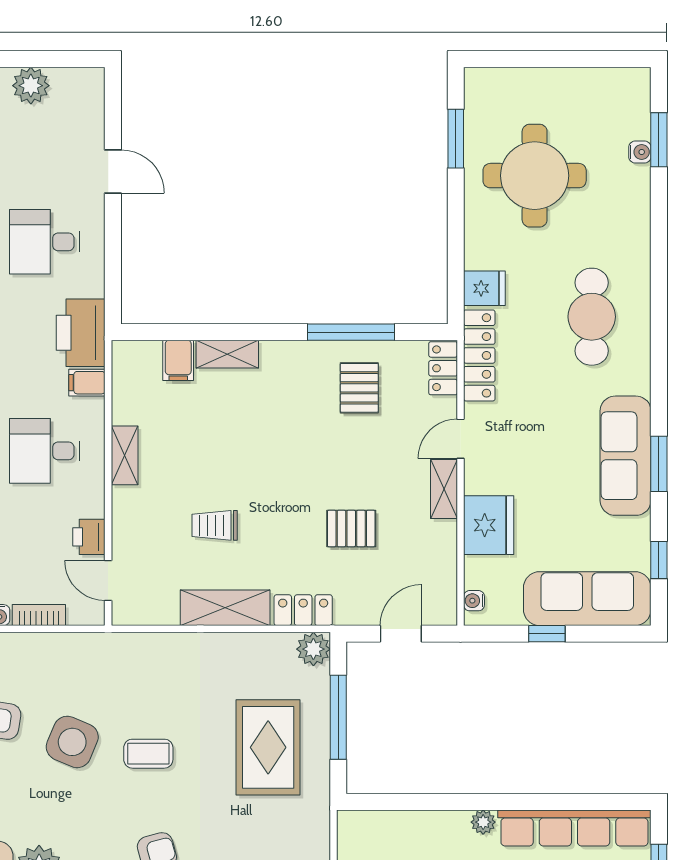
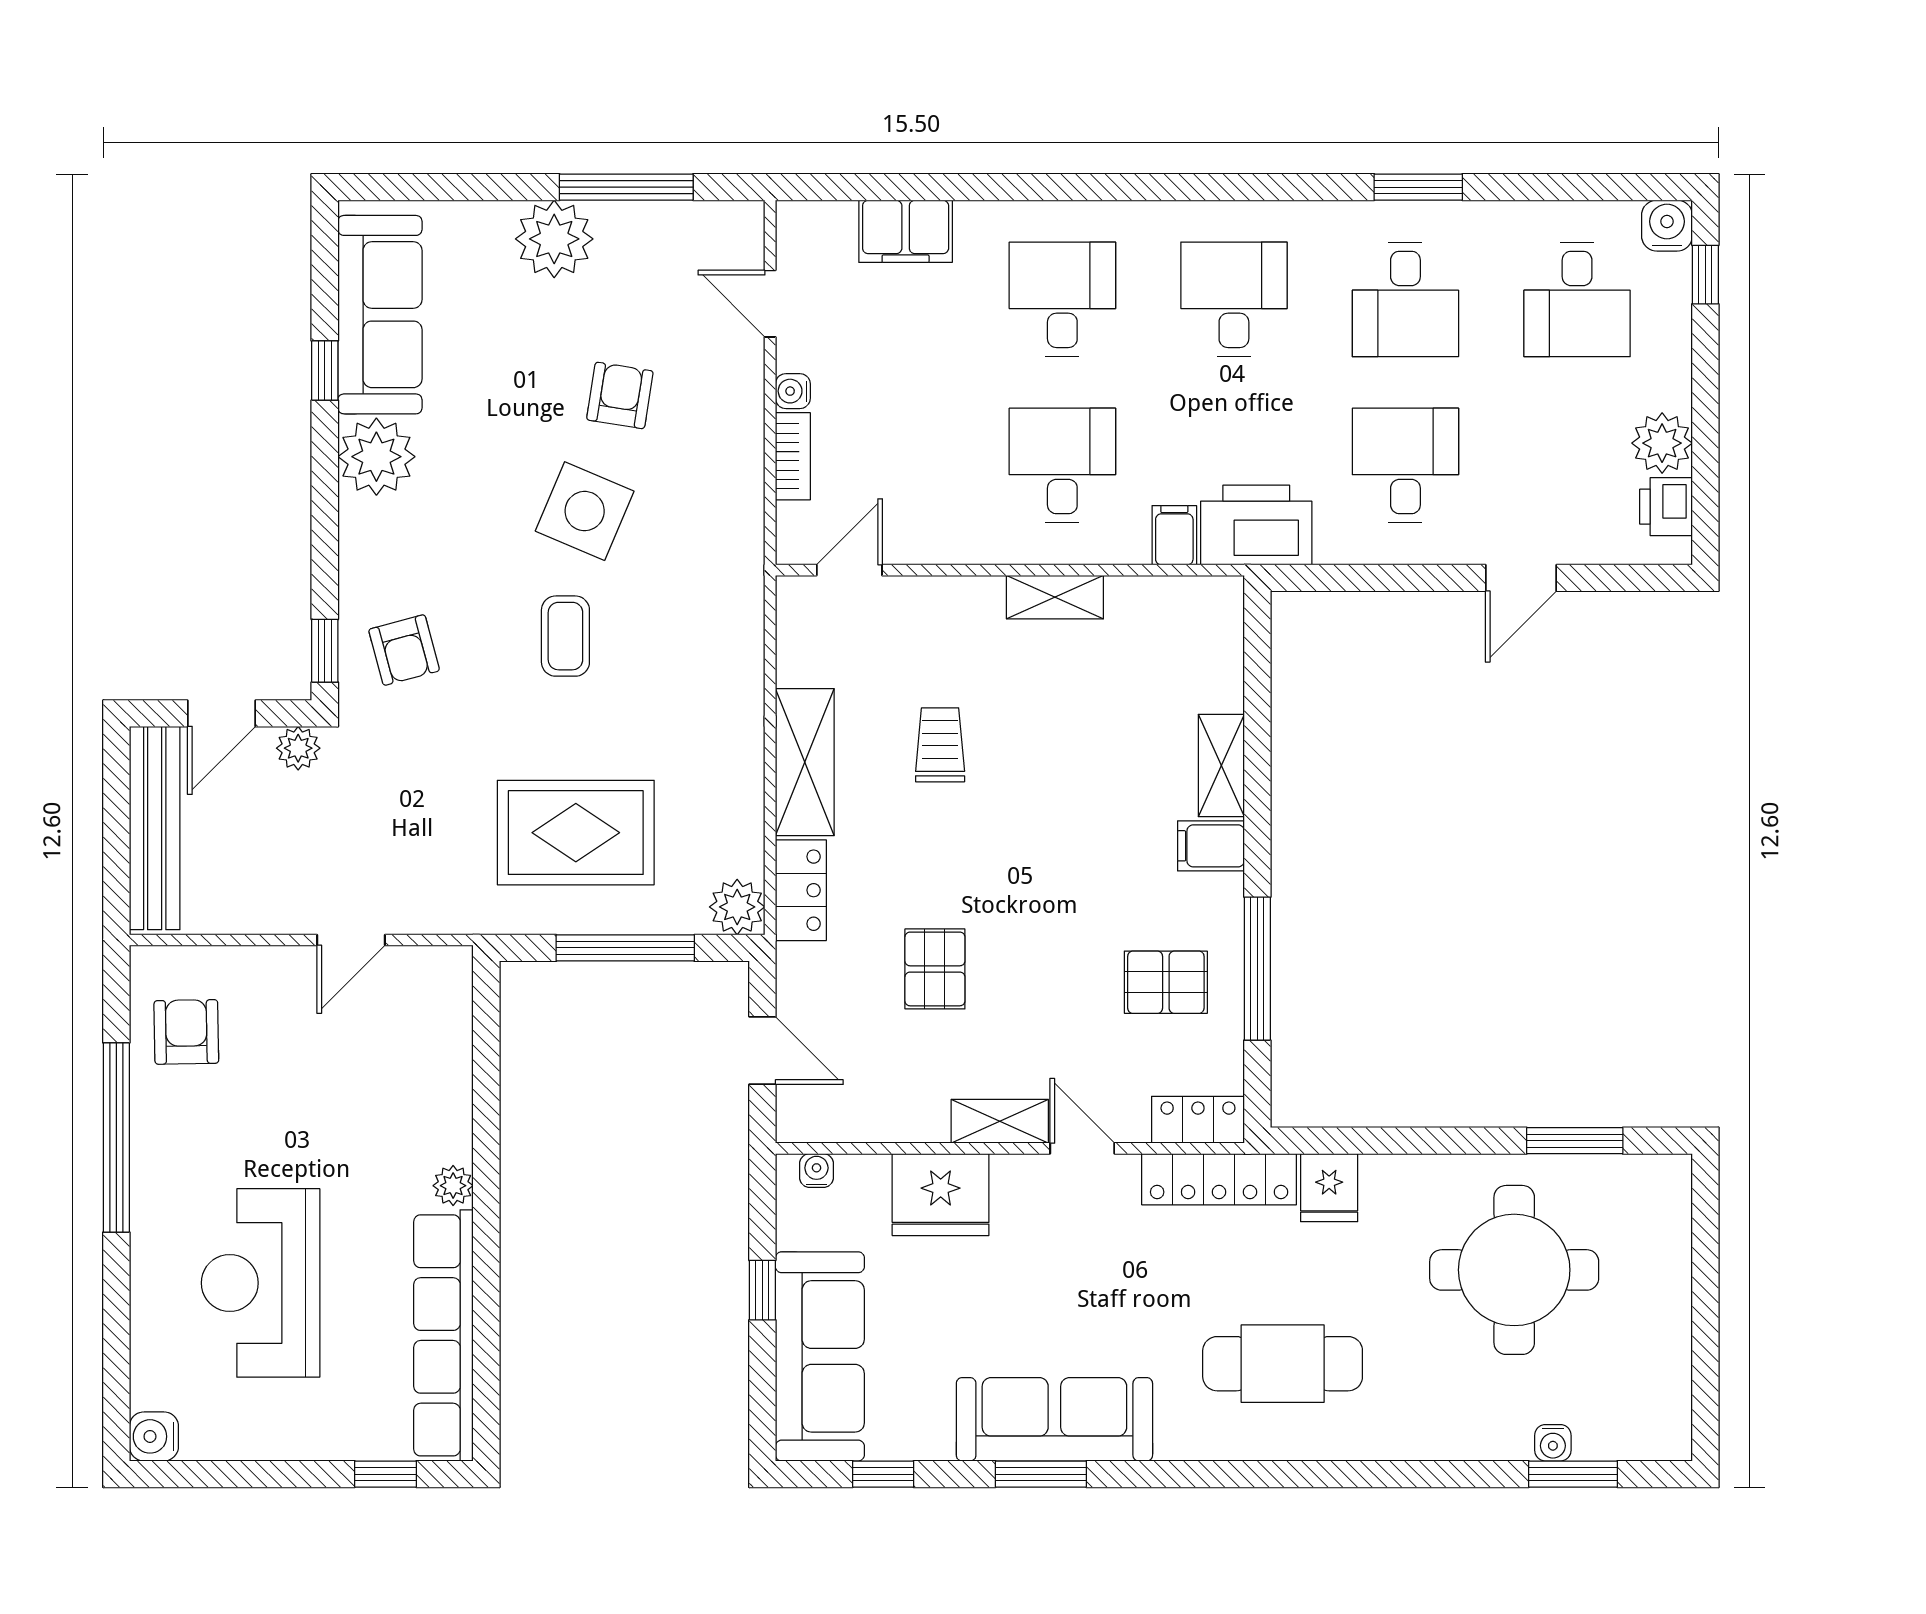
filing cabinet: (178, 360) -> (1211, 846), moved
printer: (89, 537) -> (1666, 507), moved, turned -90

